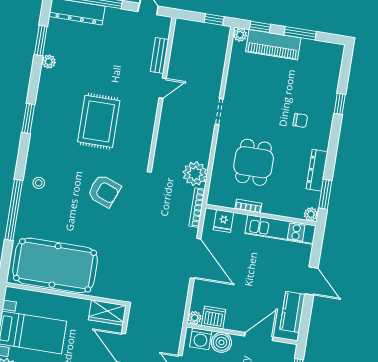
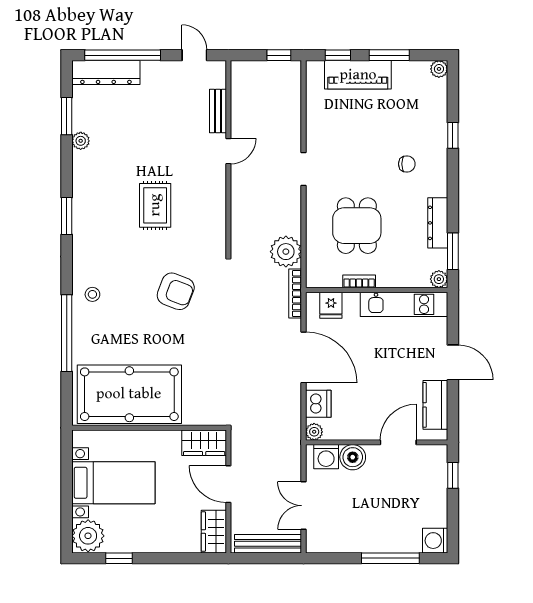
plant: (240, 35) -> (439, 69), moved
rug: (99, 121) -> (155, 205), width x0.73, depth x0.70
dishwasher: (214, 317) -> (318, 404), moved, turned 90

